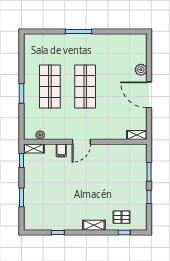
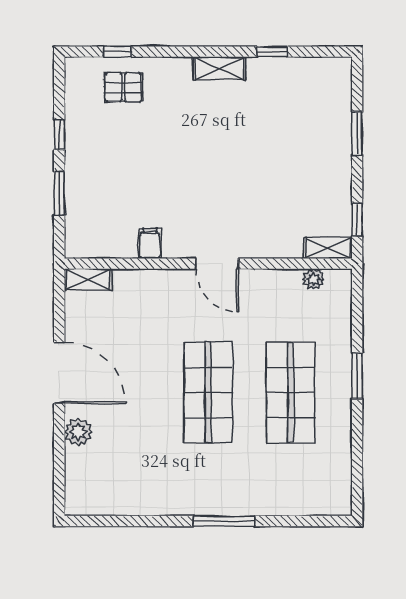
door: (81, 142) -> (217, 264), swing flipped
filing cabinet: (61, 150) -> (150, 243), moved
shelving: (94, 225) -> (220, 68), moved

